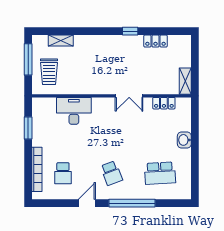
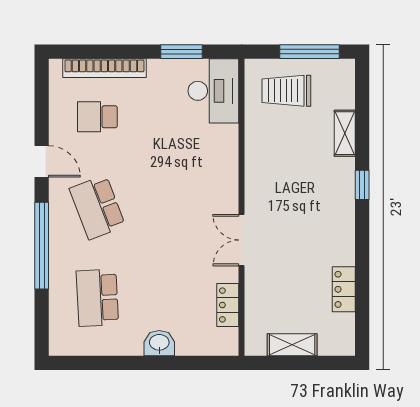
window: (130, 31) -> (362, 185), moved
shelving: (61, 40) -> (345, 133), moved
shelving: (185, 81) -> (292, 345), moved
desk: (74, 111) -> (213, 91), moved
school desk: (111, 173) -> (97, 207), width x1.85

